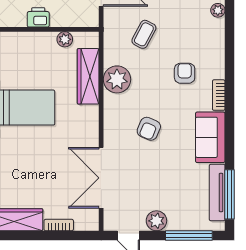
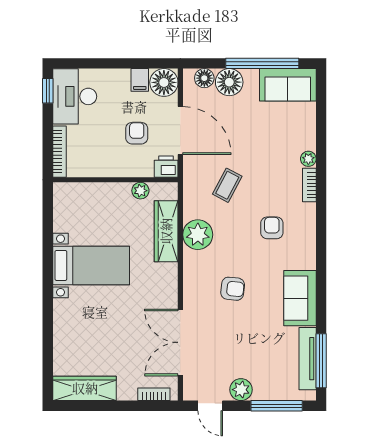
printer: (38, 17) -> (166, 167), moved
bookcase: (219, 95) -> (309, 185), moved
armchair: (149, 129) -> (233, 289), turned -107
bookcase: (59, 225) -> (154, 394), moved

